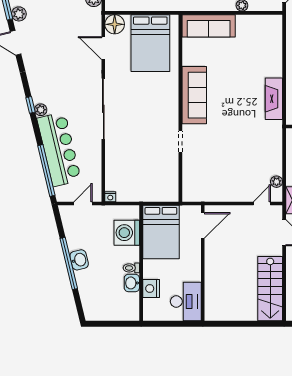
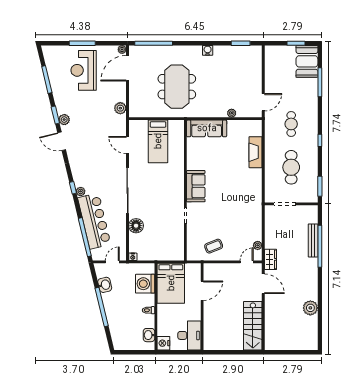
floor lamp: (115, 24) -> (136, 226), moved
bed: (150, 43) -> (158, 141), width x0.67
sofa: (194, 95) -> (196, 186), width x0.73
fireplace: (274, 99) -> (256, 152), moved
coffee table: (218, 183) -> (214, 246), added
door: (203, 225) -> (202, 291), moved
washbasin: (79, 260) -> (105, 285), moved
washbasin: (132, 283) -> (149, 335), moved
nightstand: (151, 288) -> (163, 343), moved

